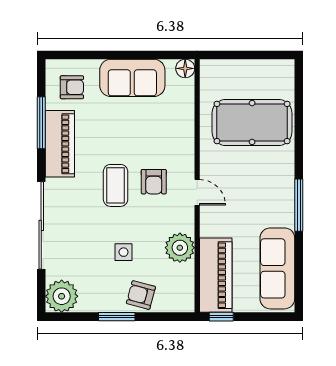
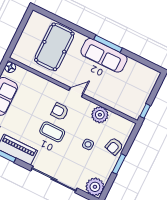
armchair: (154, 182) -> (60, 111), turned 180
sofa: (277, 268) -> (104, 55), moved
piano: (216, 275) -> (123, 103), removed

